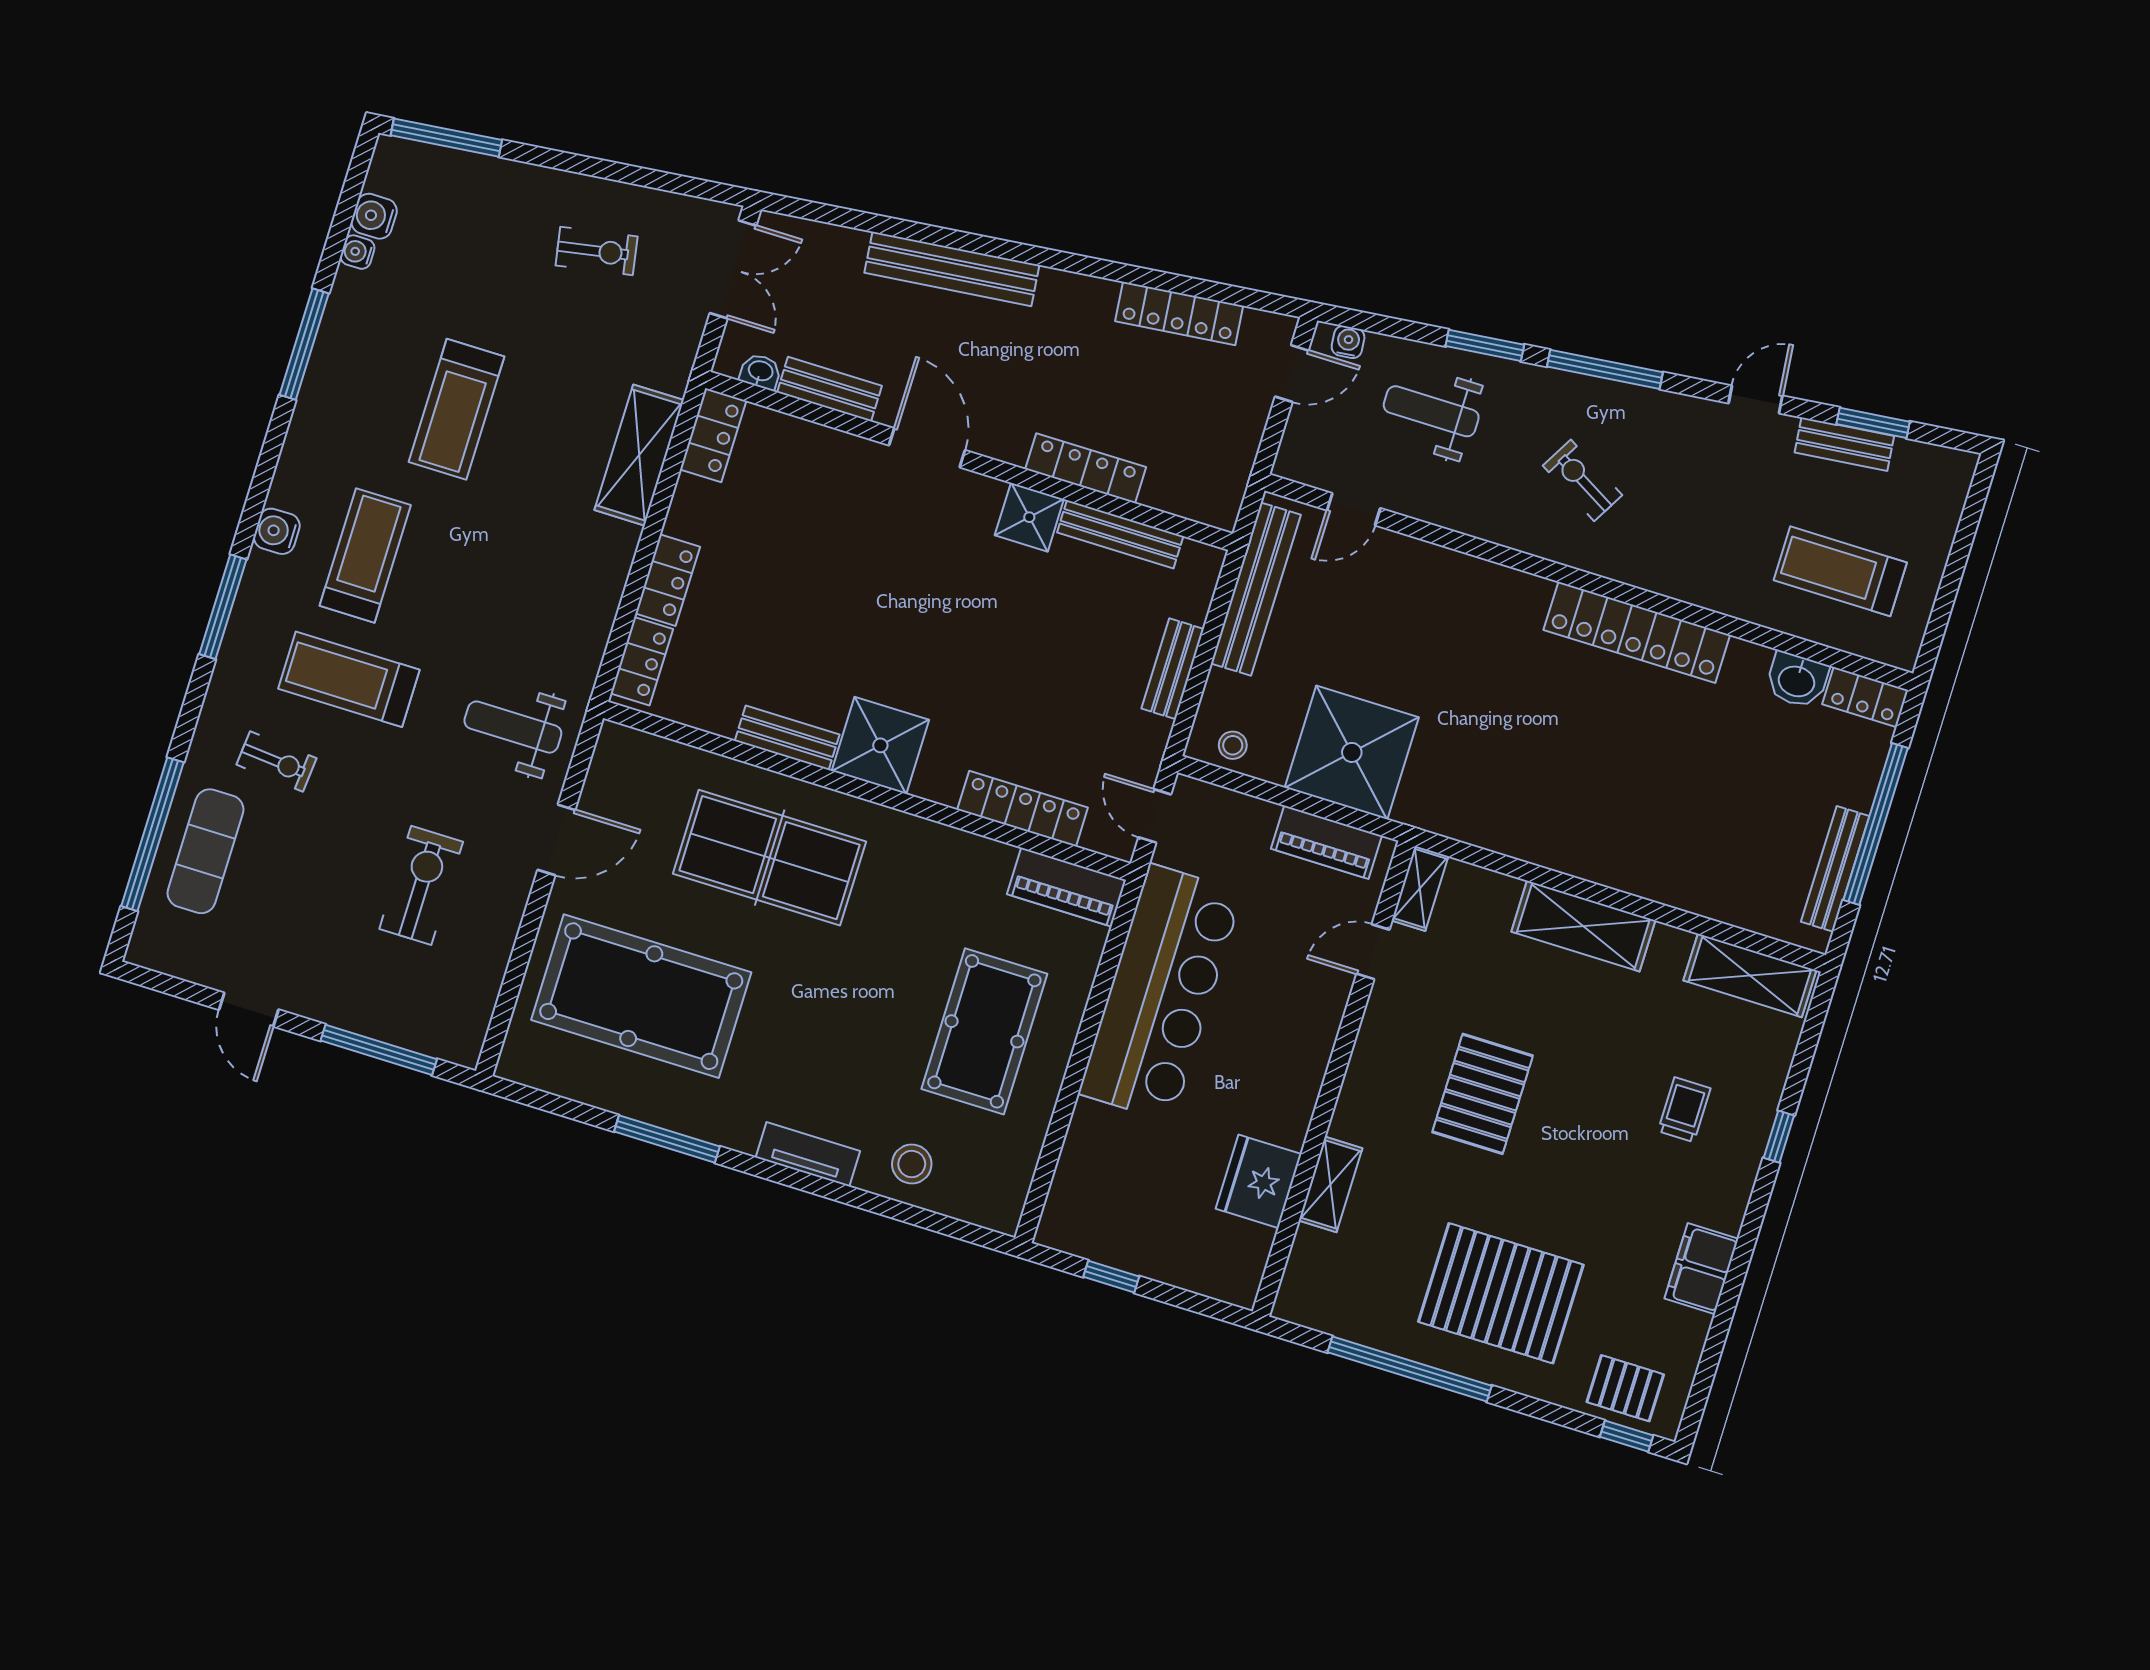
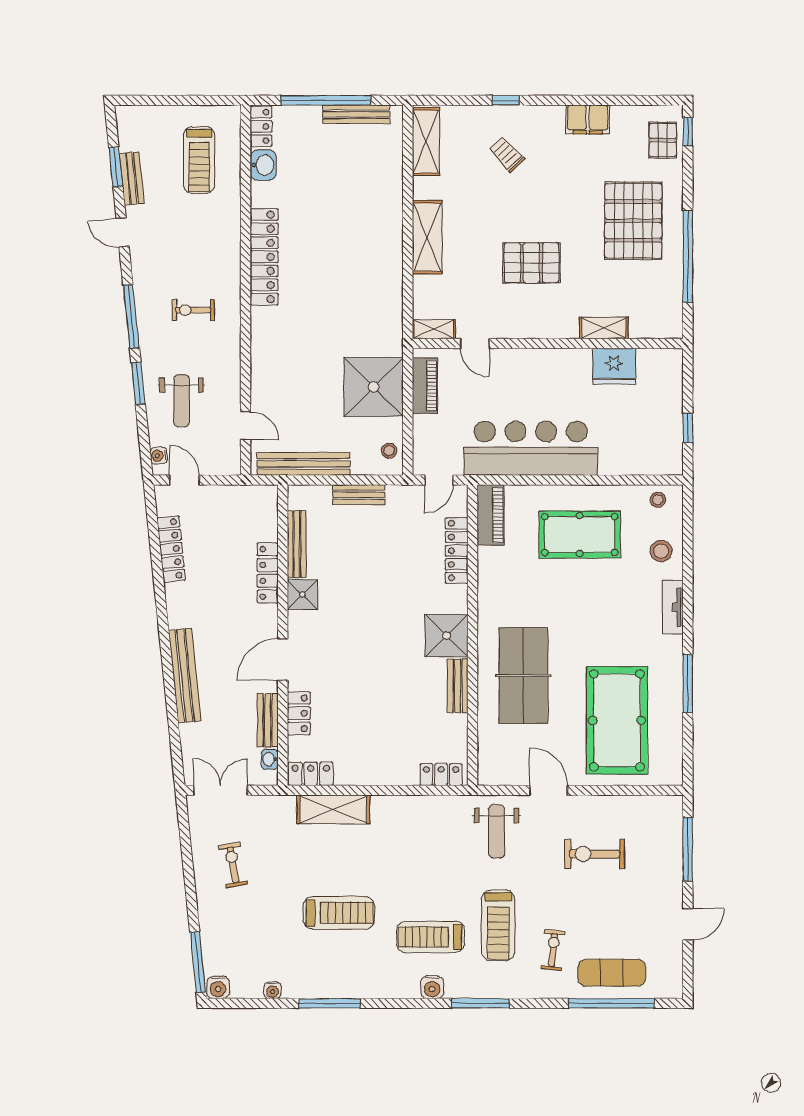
water cooler: (374, 216) -> (218, 987), moved
exercise bike: (1583, 480) -> (193, 310), turned 60
locker: (668, 580) -> (299, 713), moved, turned 90
trolley: (1684, 1110) -> (507, 154), turned 47
stool: (1003, 1186) -> (658, 500), added

